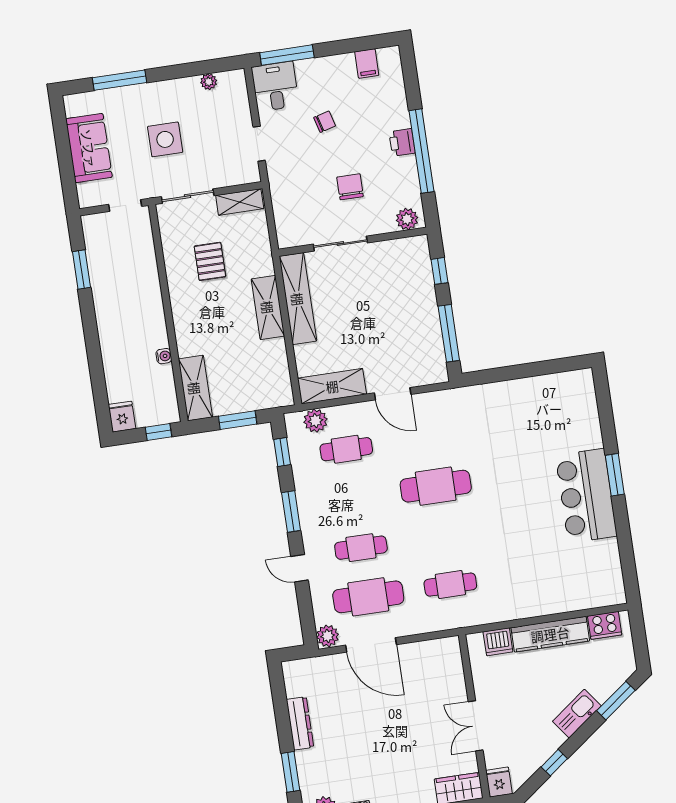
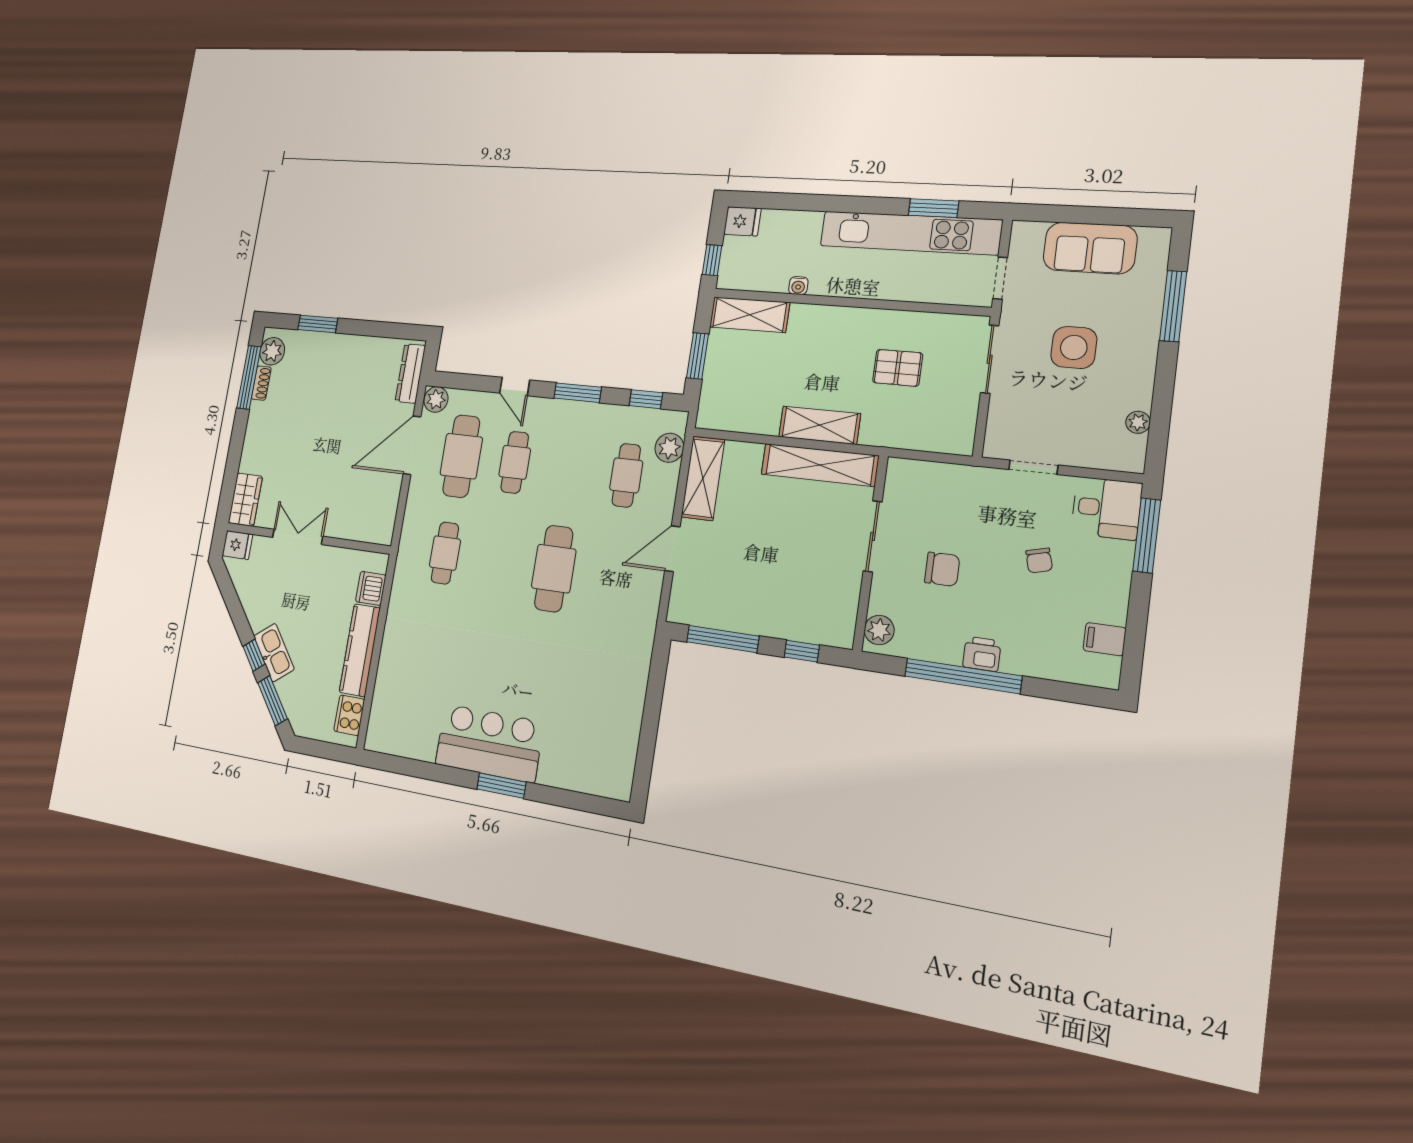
shelving: (240, 202) -> (963, 423), removed
kitchen unit: (104, 282) -> (910, 233), added
door: (300, 568) -> (515, 386), swing flipped
dresser: (300, 723) -> (410, 373), moved, turned 90
window: (554, 763) -> (254, 655), moved

